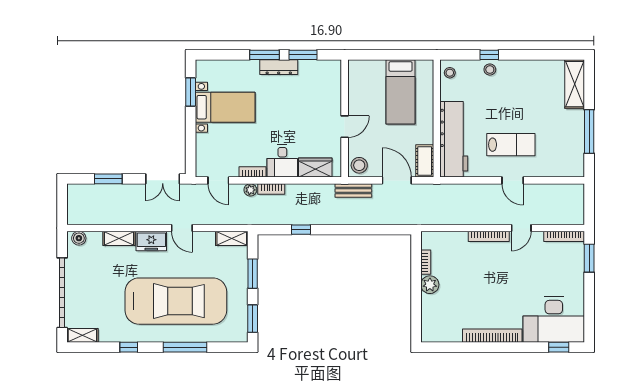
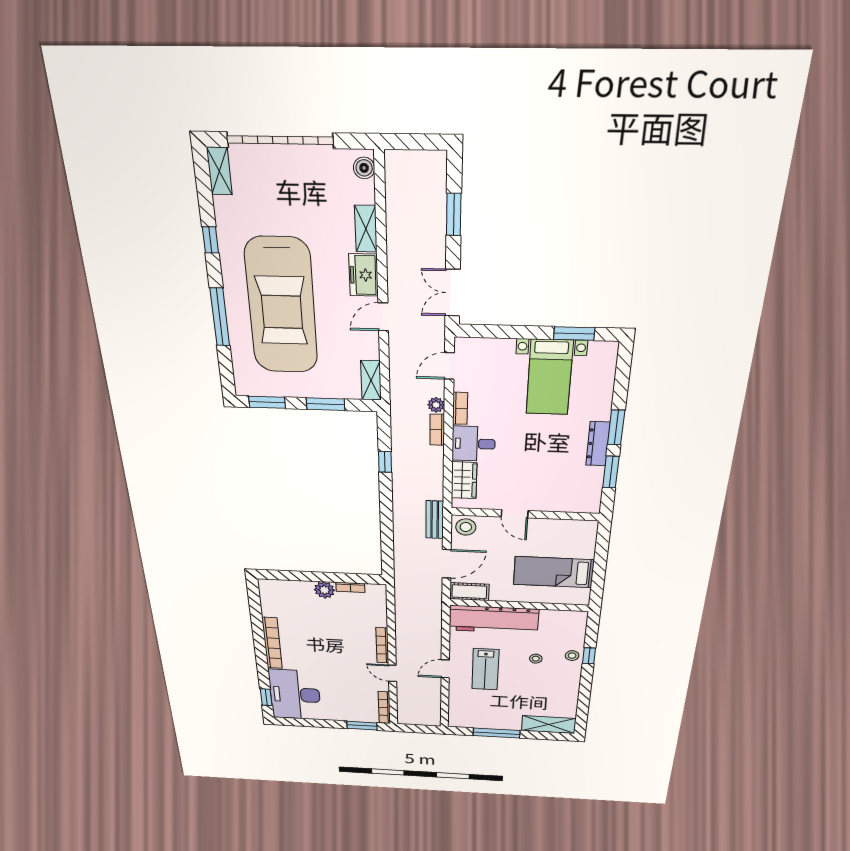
stool: (450, 73) -> (536, 659), moved

